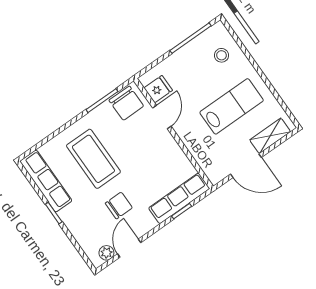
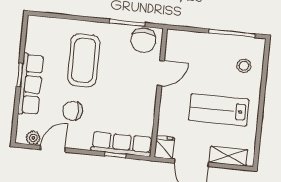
fridge: (158, 89) -> (164, 147), moved, turned -90
lab bench: (232, 106) -> (219, 110), turned 180
row of seats: (46, 181) -> (31, 84), moved
chair: (119, 205) -> (73, 111), turned 180

